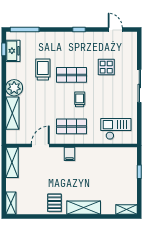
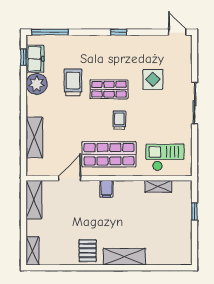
door: (115, 30) -> (177, 32), moved
plant: (14, 88) -> (37, 84), moved
shop shelf: (71, 126) -> (109, 154), width x1.43, depth x1.36
shelving: (126, 210) -> (158, 186), moved

